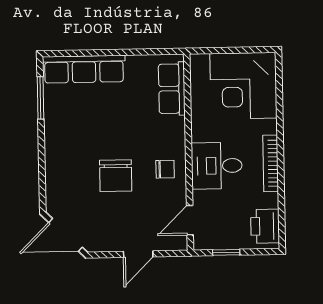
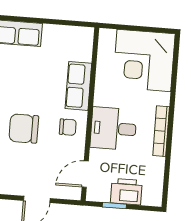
row of seats: (172, 89) -> (78, 86), moved
chair: (116, 176) -> (24, 129), turned 90
printer: (265, 226) -> (126, 192), moved, turned 90

